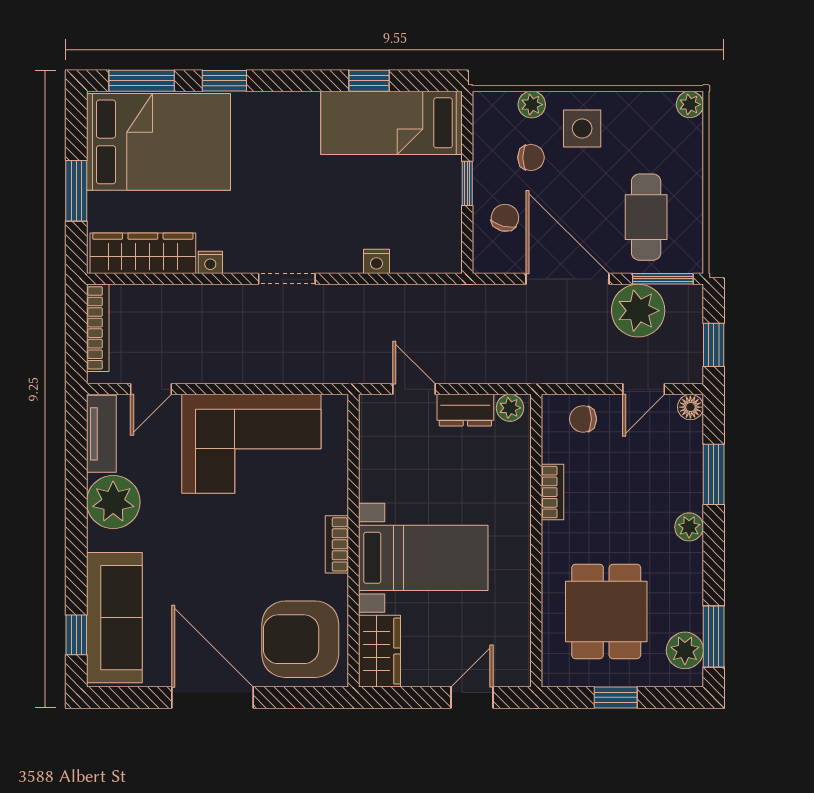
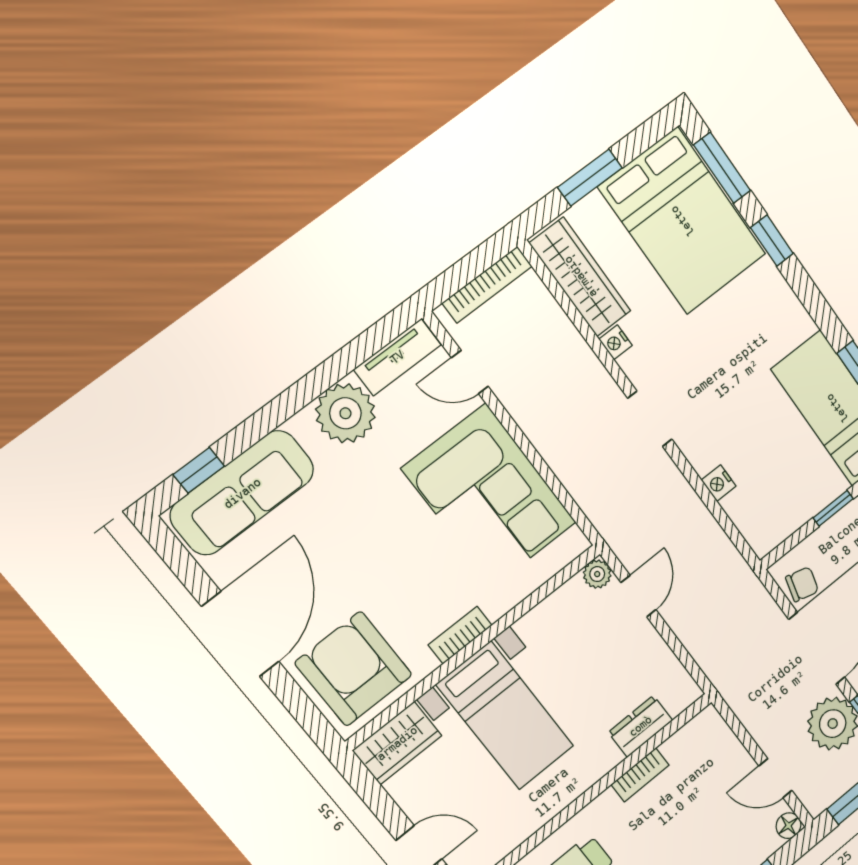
chair: (505, 218) -> (802, 584), moved
plant: (510, 408) -> (597, 574), moved
dresser: (465, 410) -> (640, 726), moved, turned 90
chair: (583, 419) -> (717, 751), removed

